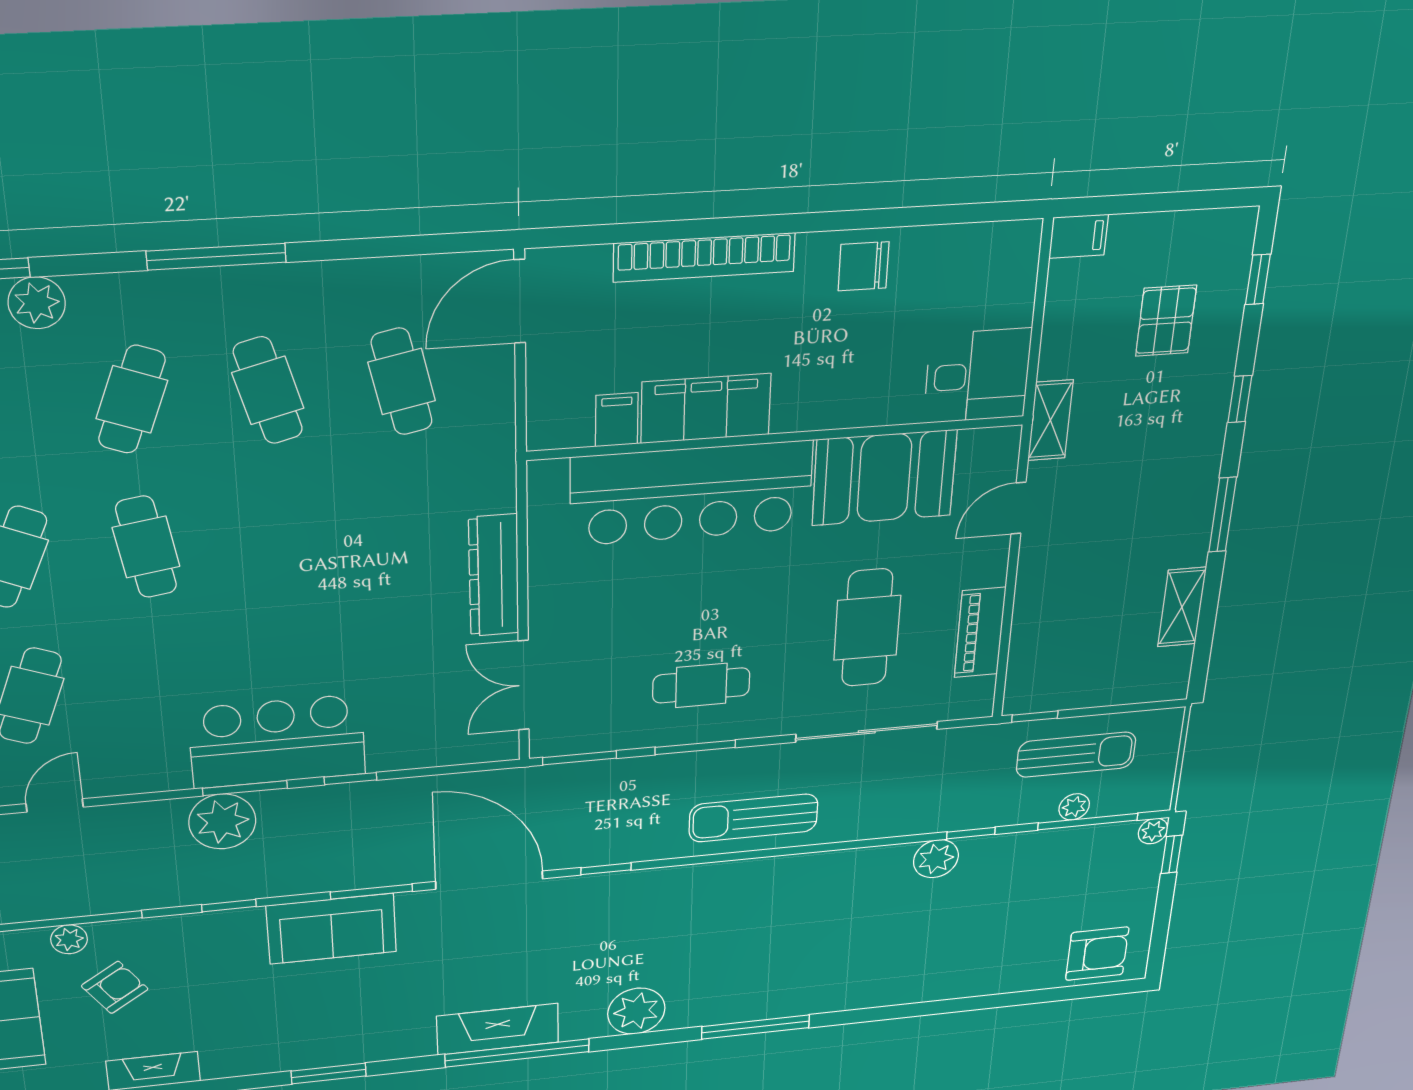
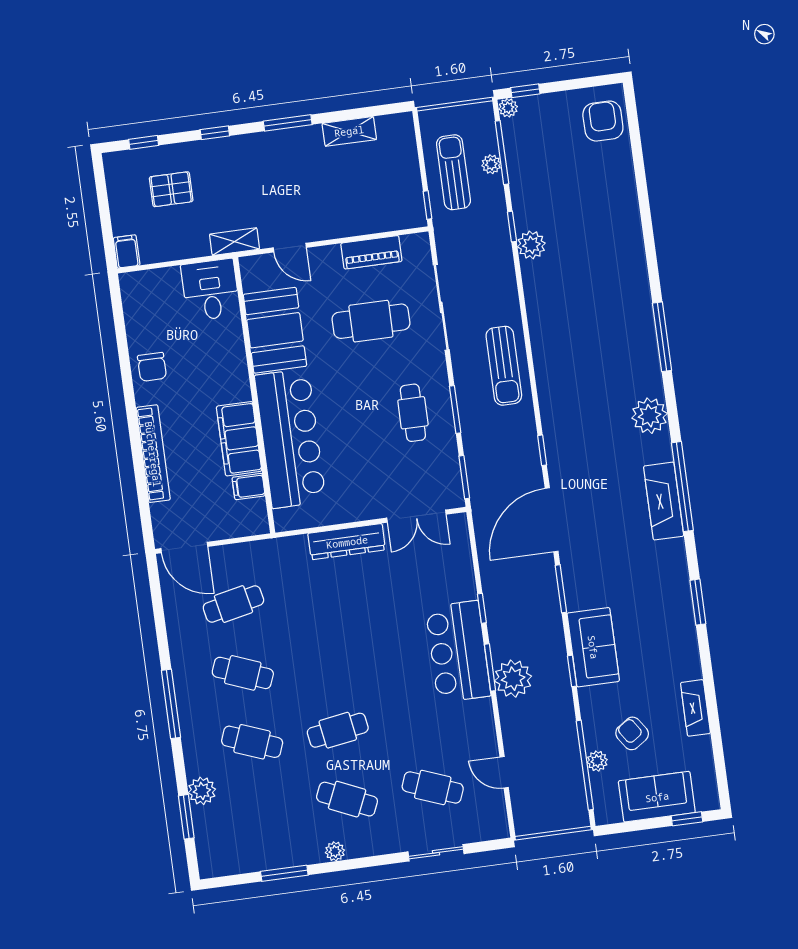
cafe table: (268, 390) -> (243, 673), turned 36
sofa: (332, 929) -> (593, 647), moved

